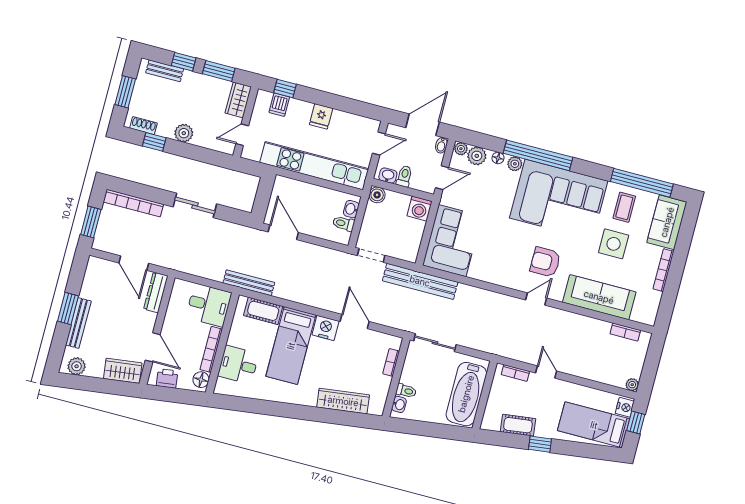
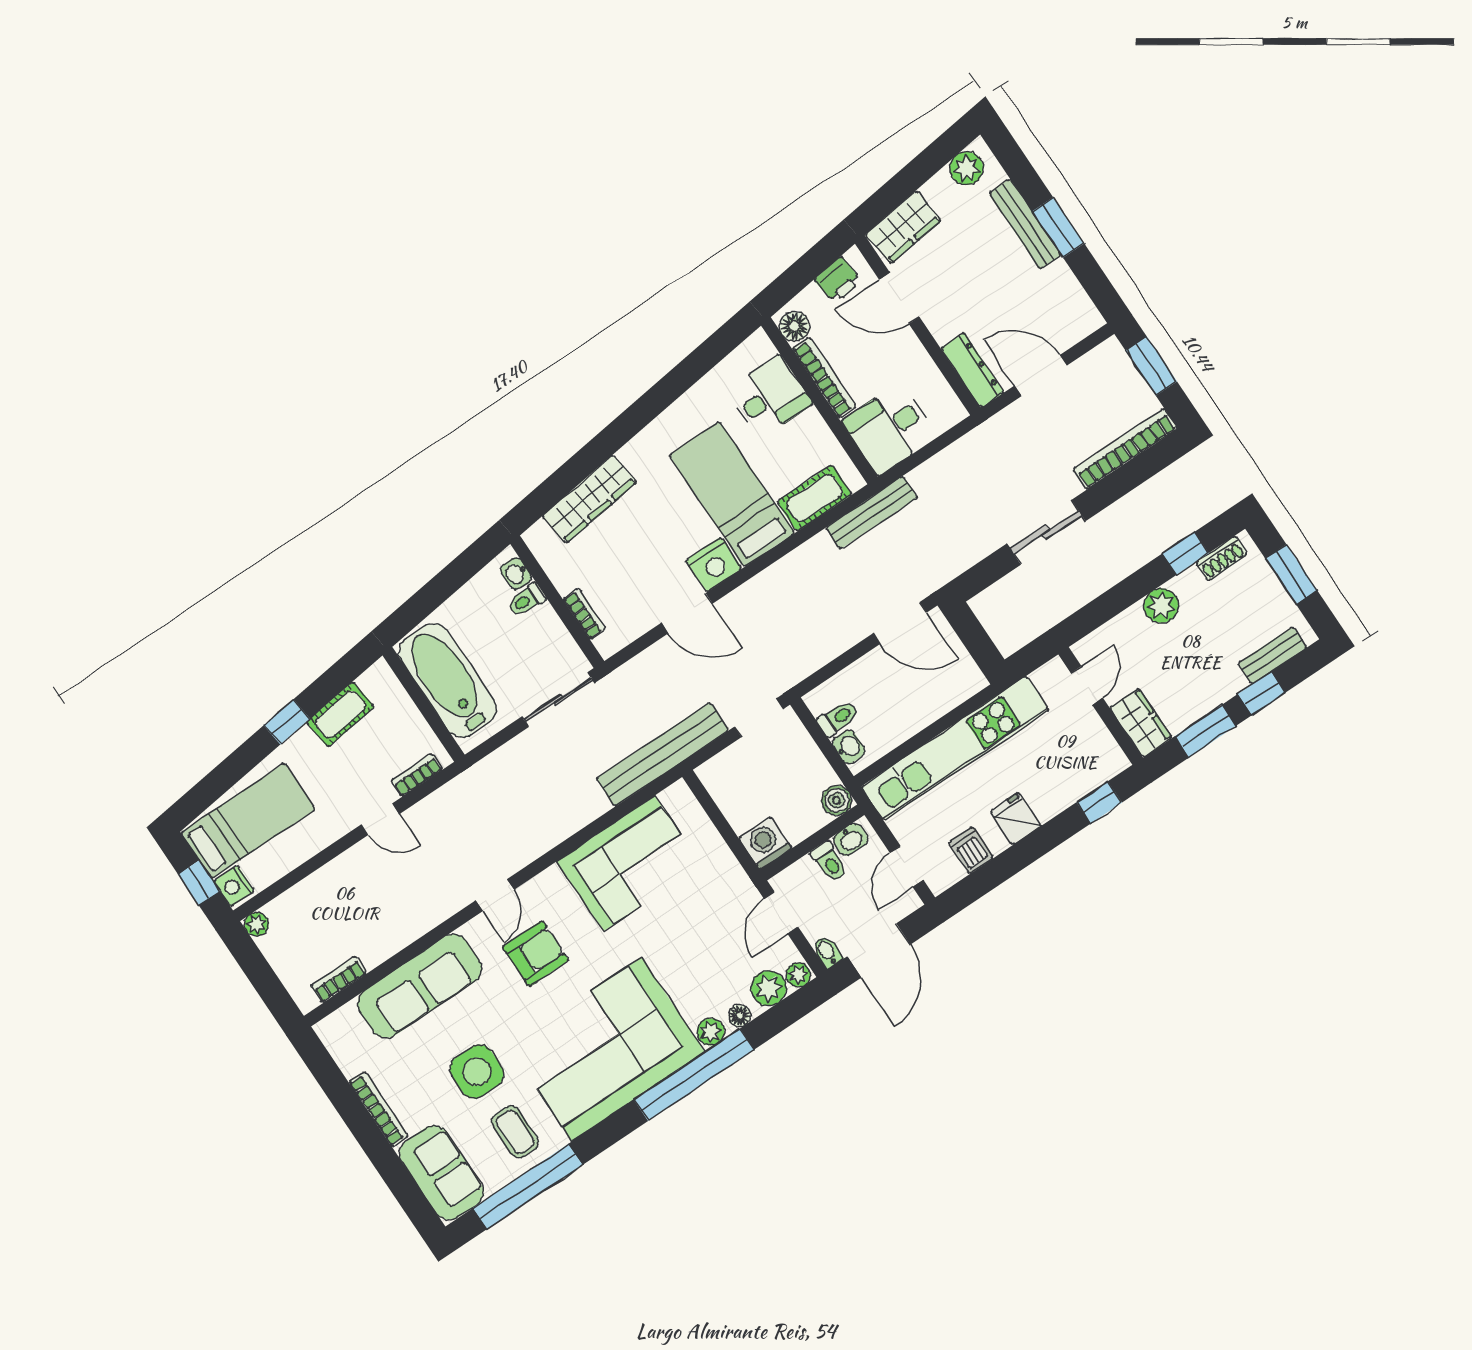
dishwasher: (279, 105) -> (971, 850), moved
corner sofa: (452, 241) -> (629, 863), moved, turned -90

